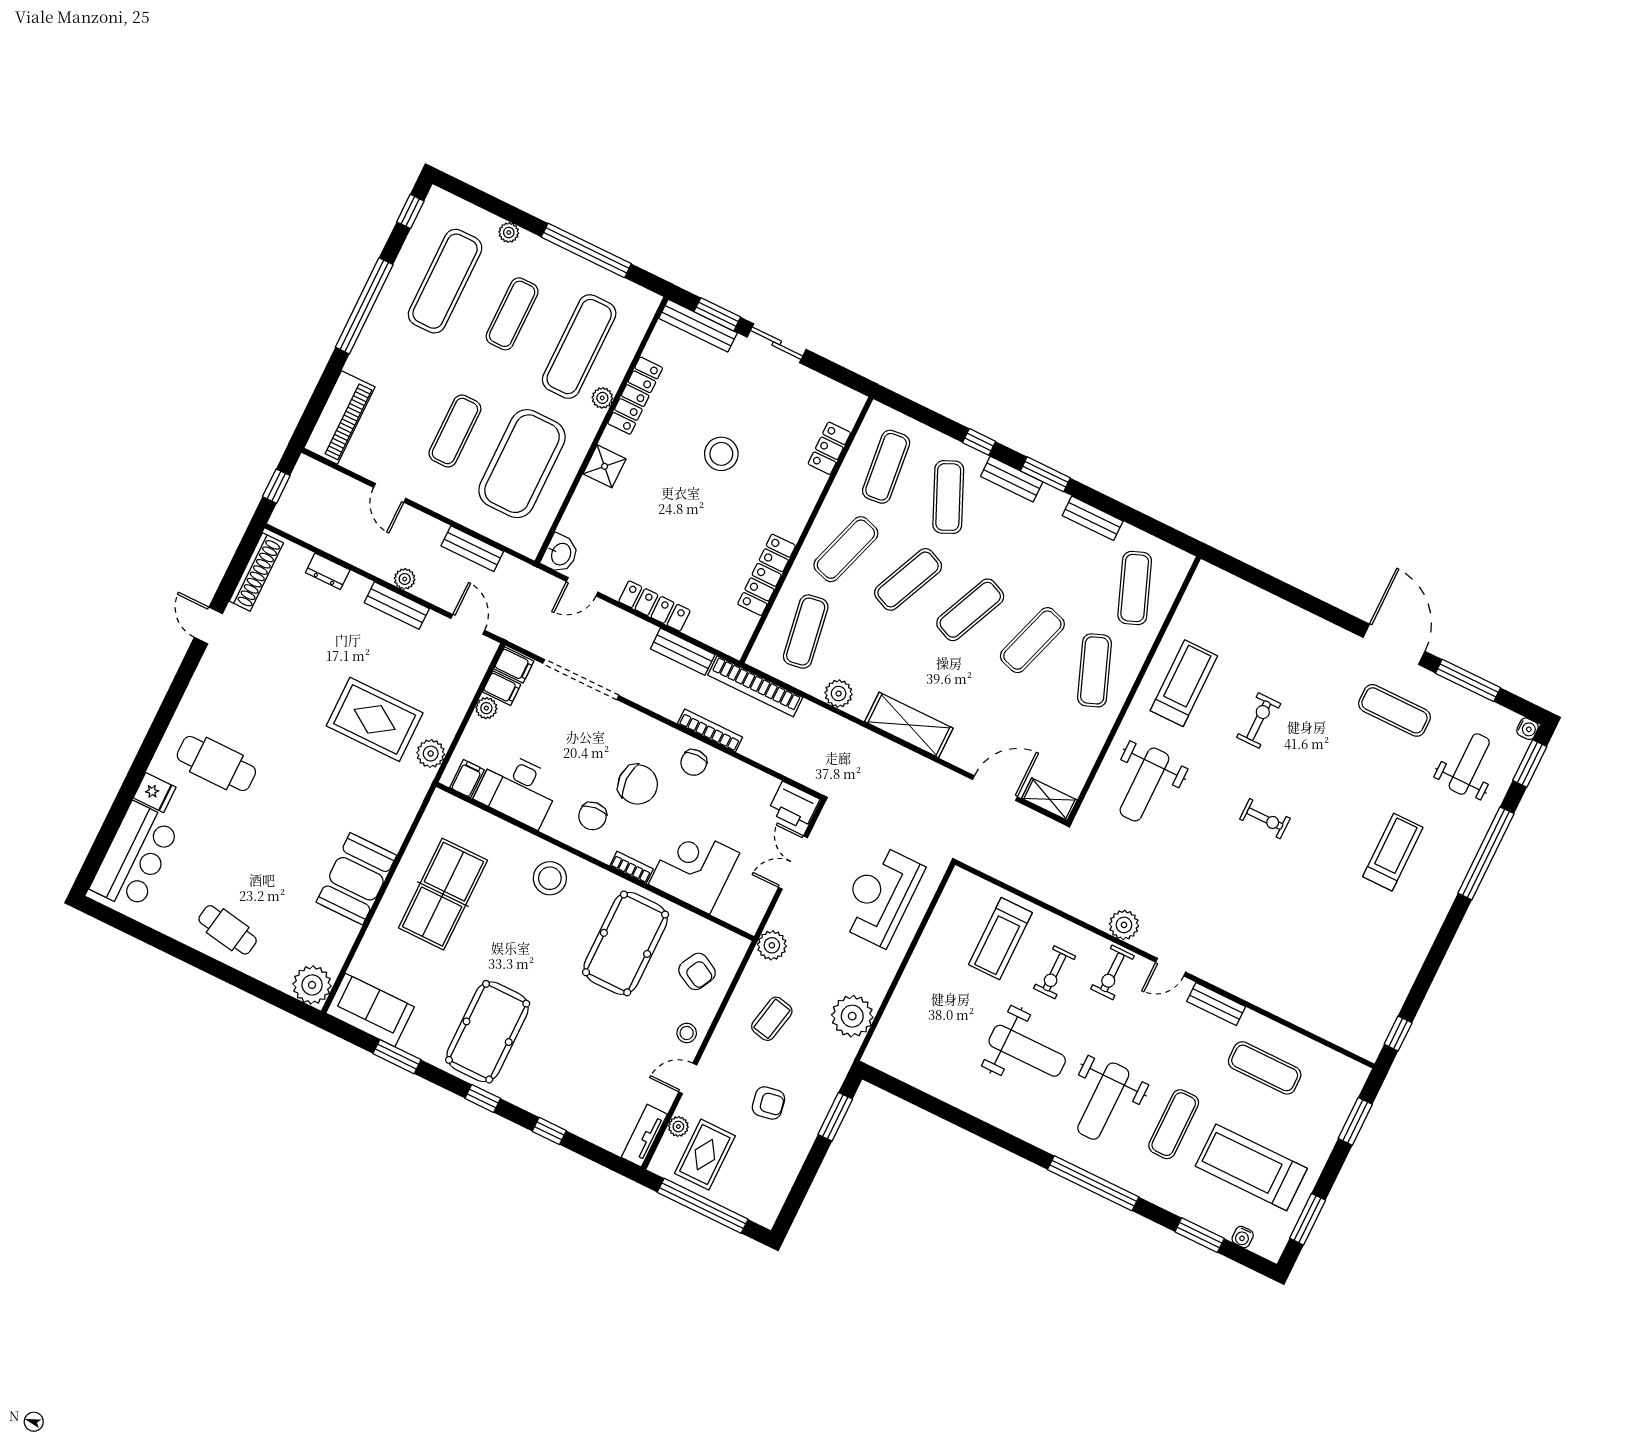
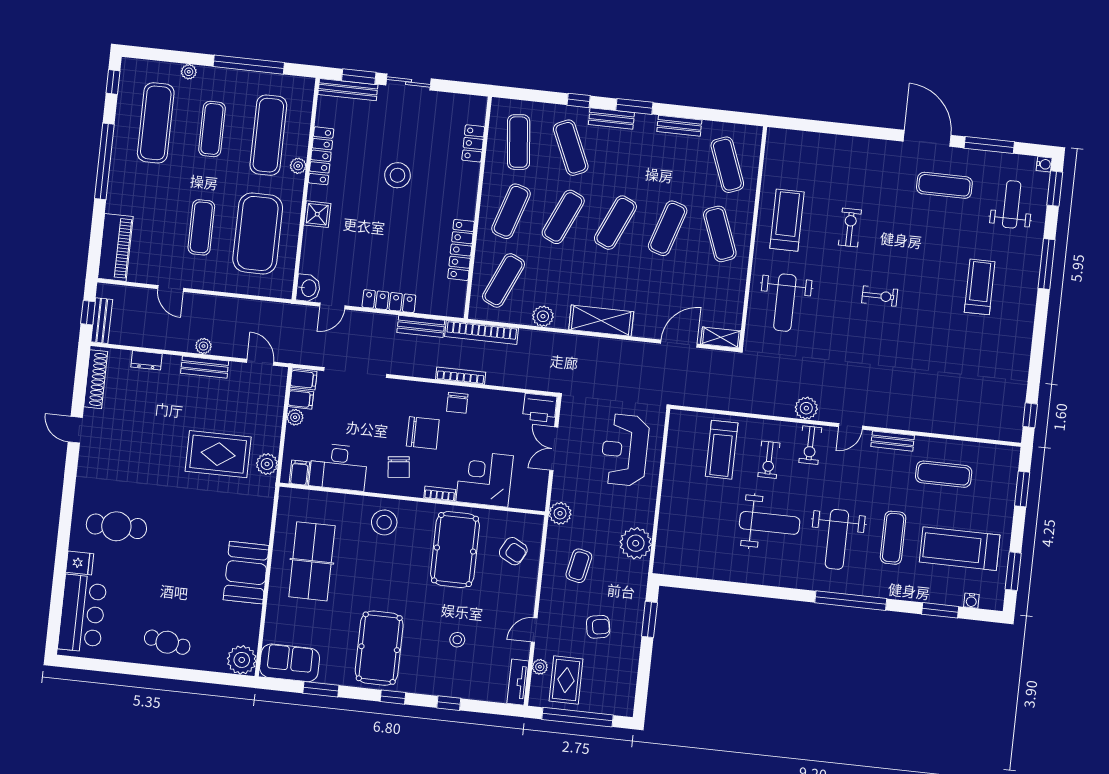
bench: (472, 549) -> (102, 321), moved, turned 90
exercise mat: (806, 632) -> (503, 280), turned 33
window: (1486, 853) -> (1047, 264), width x0.68
stool: (687, 1033) -> (457, 640), moved

